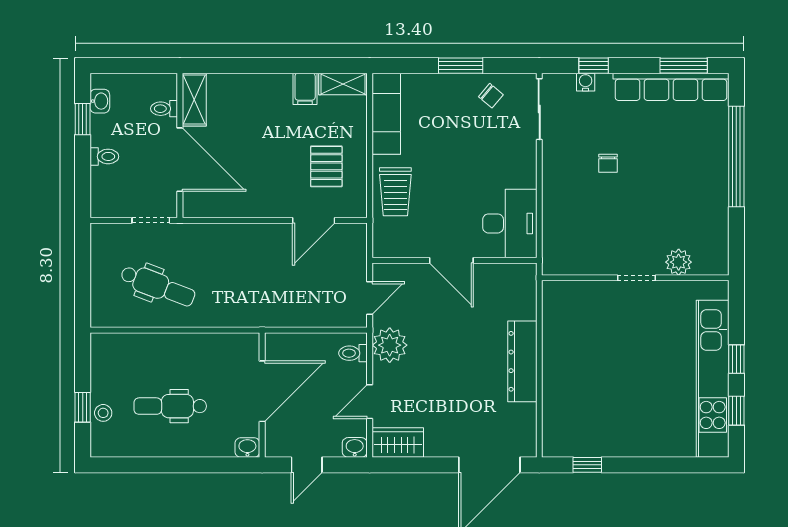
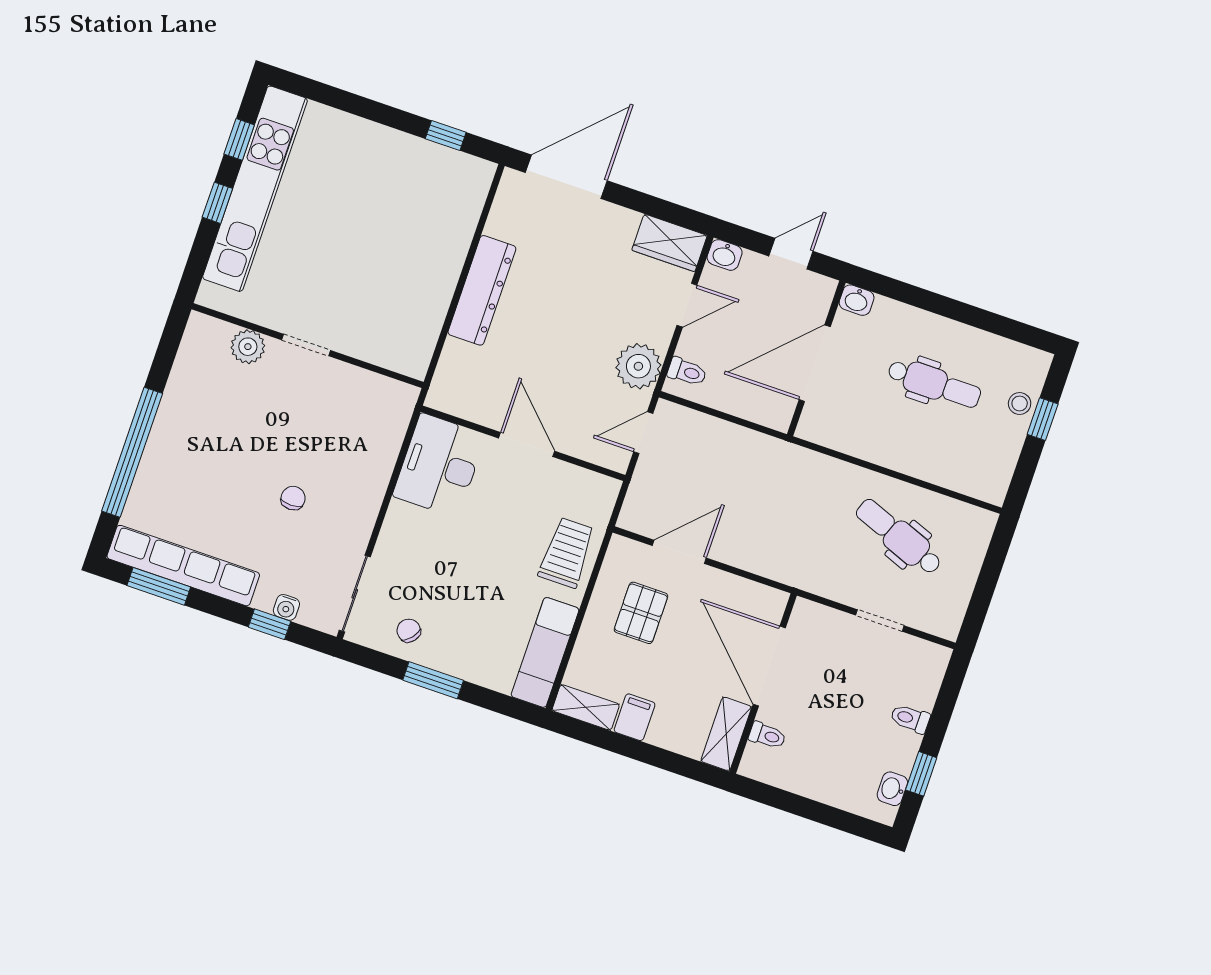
shelving: (194, 100) -> (726, 734), moved
toilet: (164, 109) -> (767, 736), moved
wall: (180, 145) -> (763, 684), moved
door: (180, 160) -> (769, 666), moved

